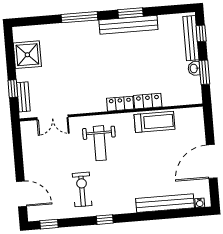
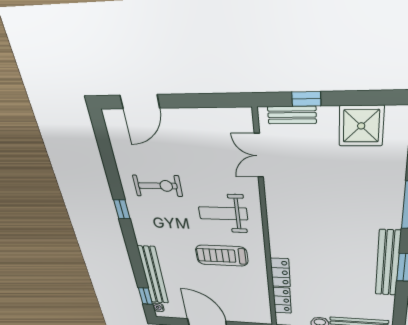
locker: (120, 104) -> (282, 300), moved
treadmill: (155, 122) -> (222, 256), moved, turned 90
window: (49, 224) -> (145, 296), moved

